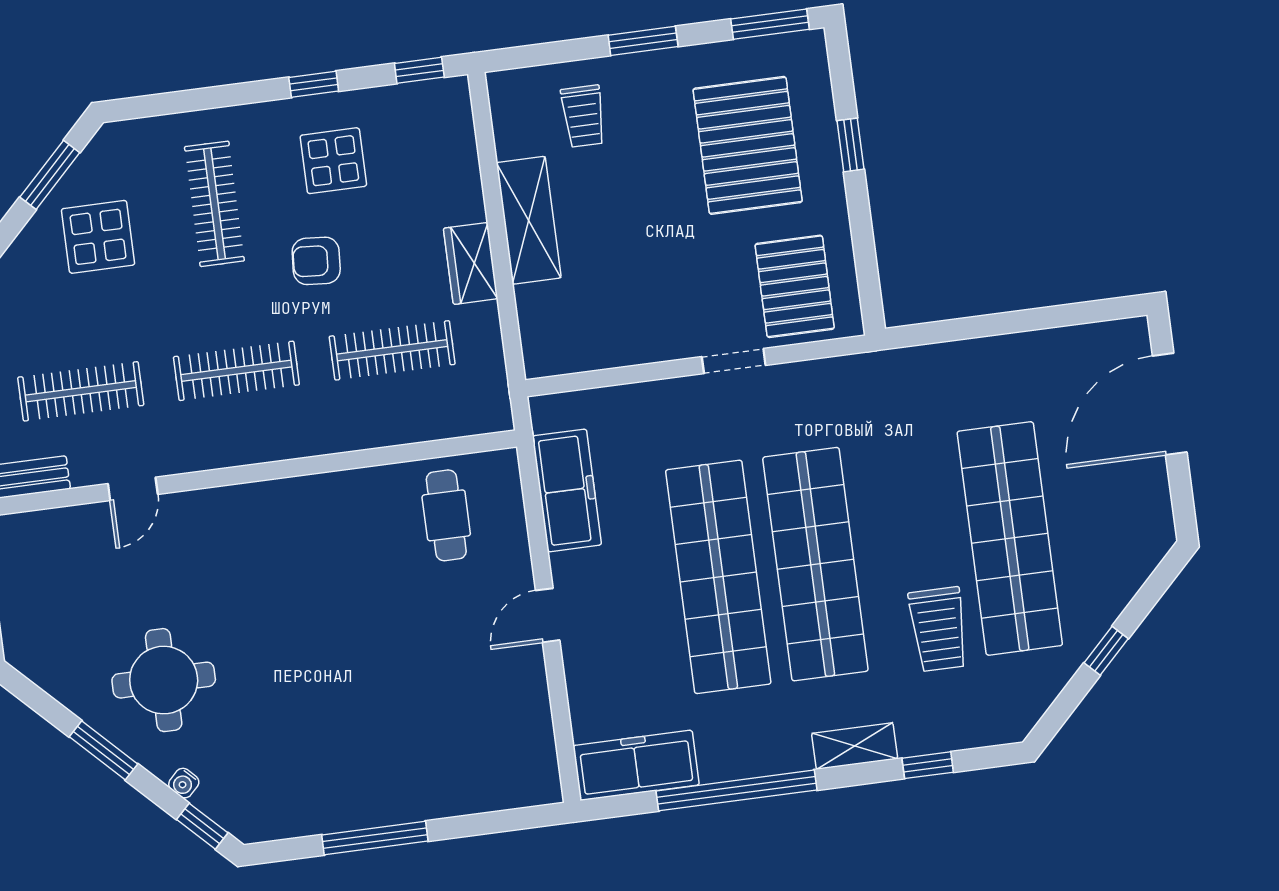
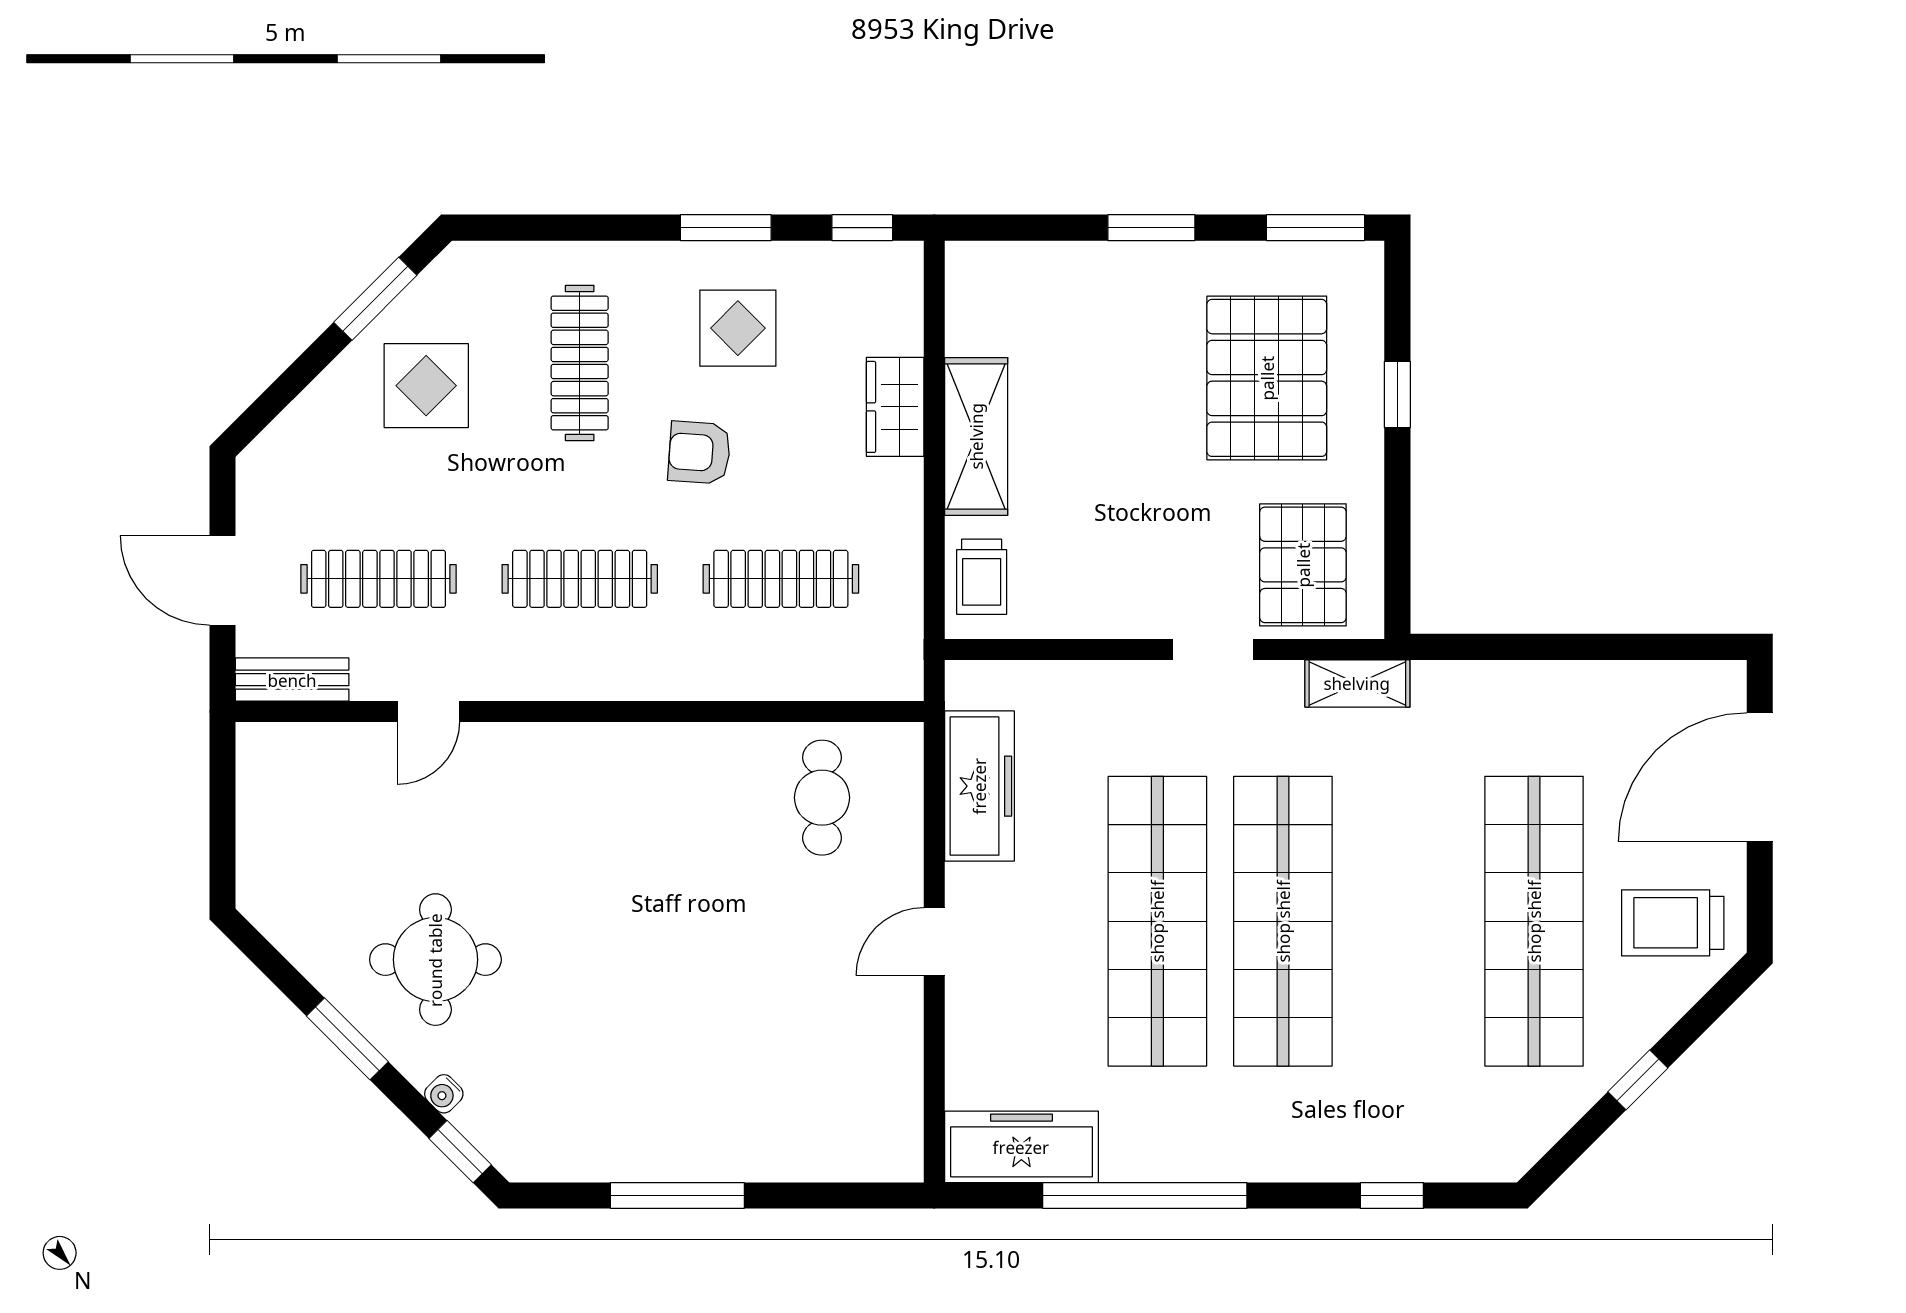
window: (314, 84) -> (726, 228), width x1.50
trolley: (583, 116) -> (982, 577), moved
wardrobe: (471, 263) -> (895, 407), moved
trolley: (938, 629) -> (1673, 923), moved, turned 90
shelving: (855, 746) -> (1357, 683), moved

